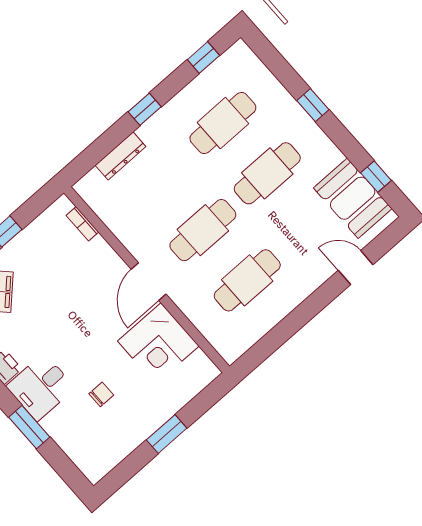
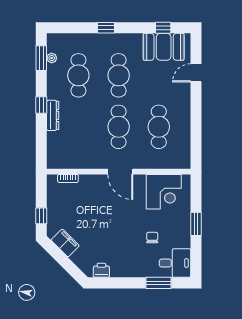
window: (203, 57) -> (41, 58), width x1.50
plant: (215, 70) -> (52, 58), added
dresser: (120, 156) -> (53, 115), moved
corner desk: (158, 343) -> (164, 192), moved
desk: (41, 387) -> (175, 263), moved, turned -90
window: (29, 427) -> (158, 283), moved

